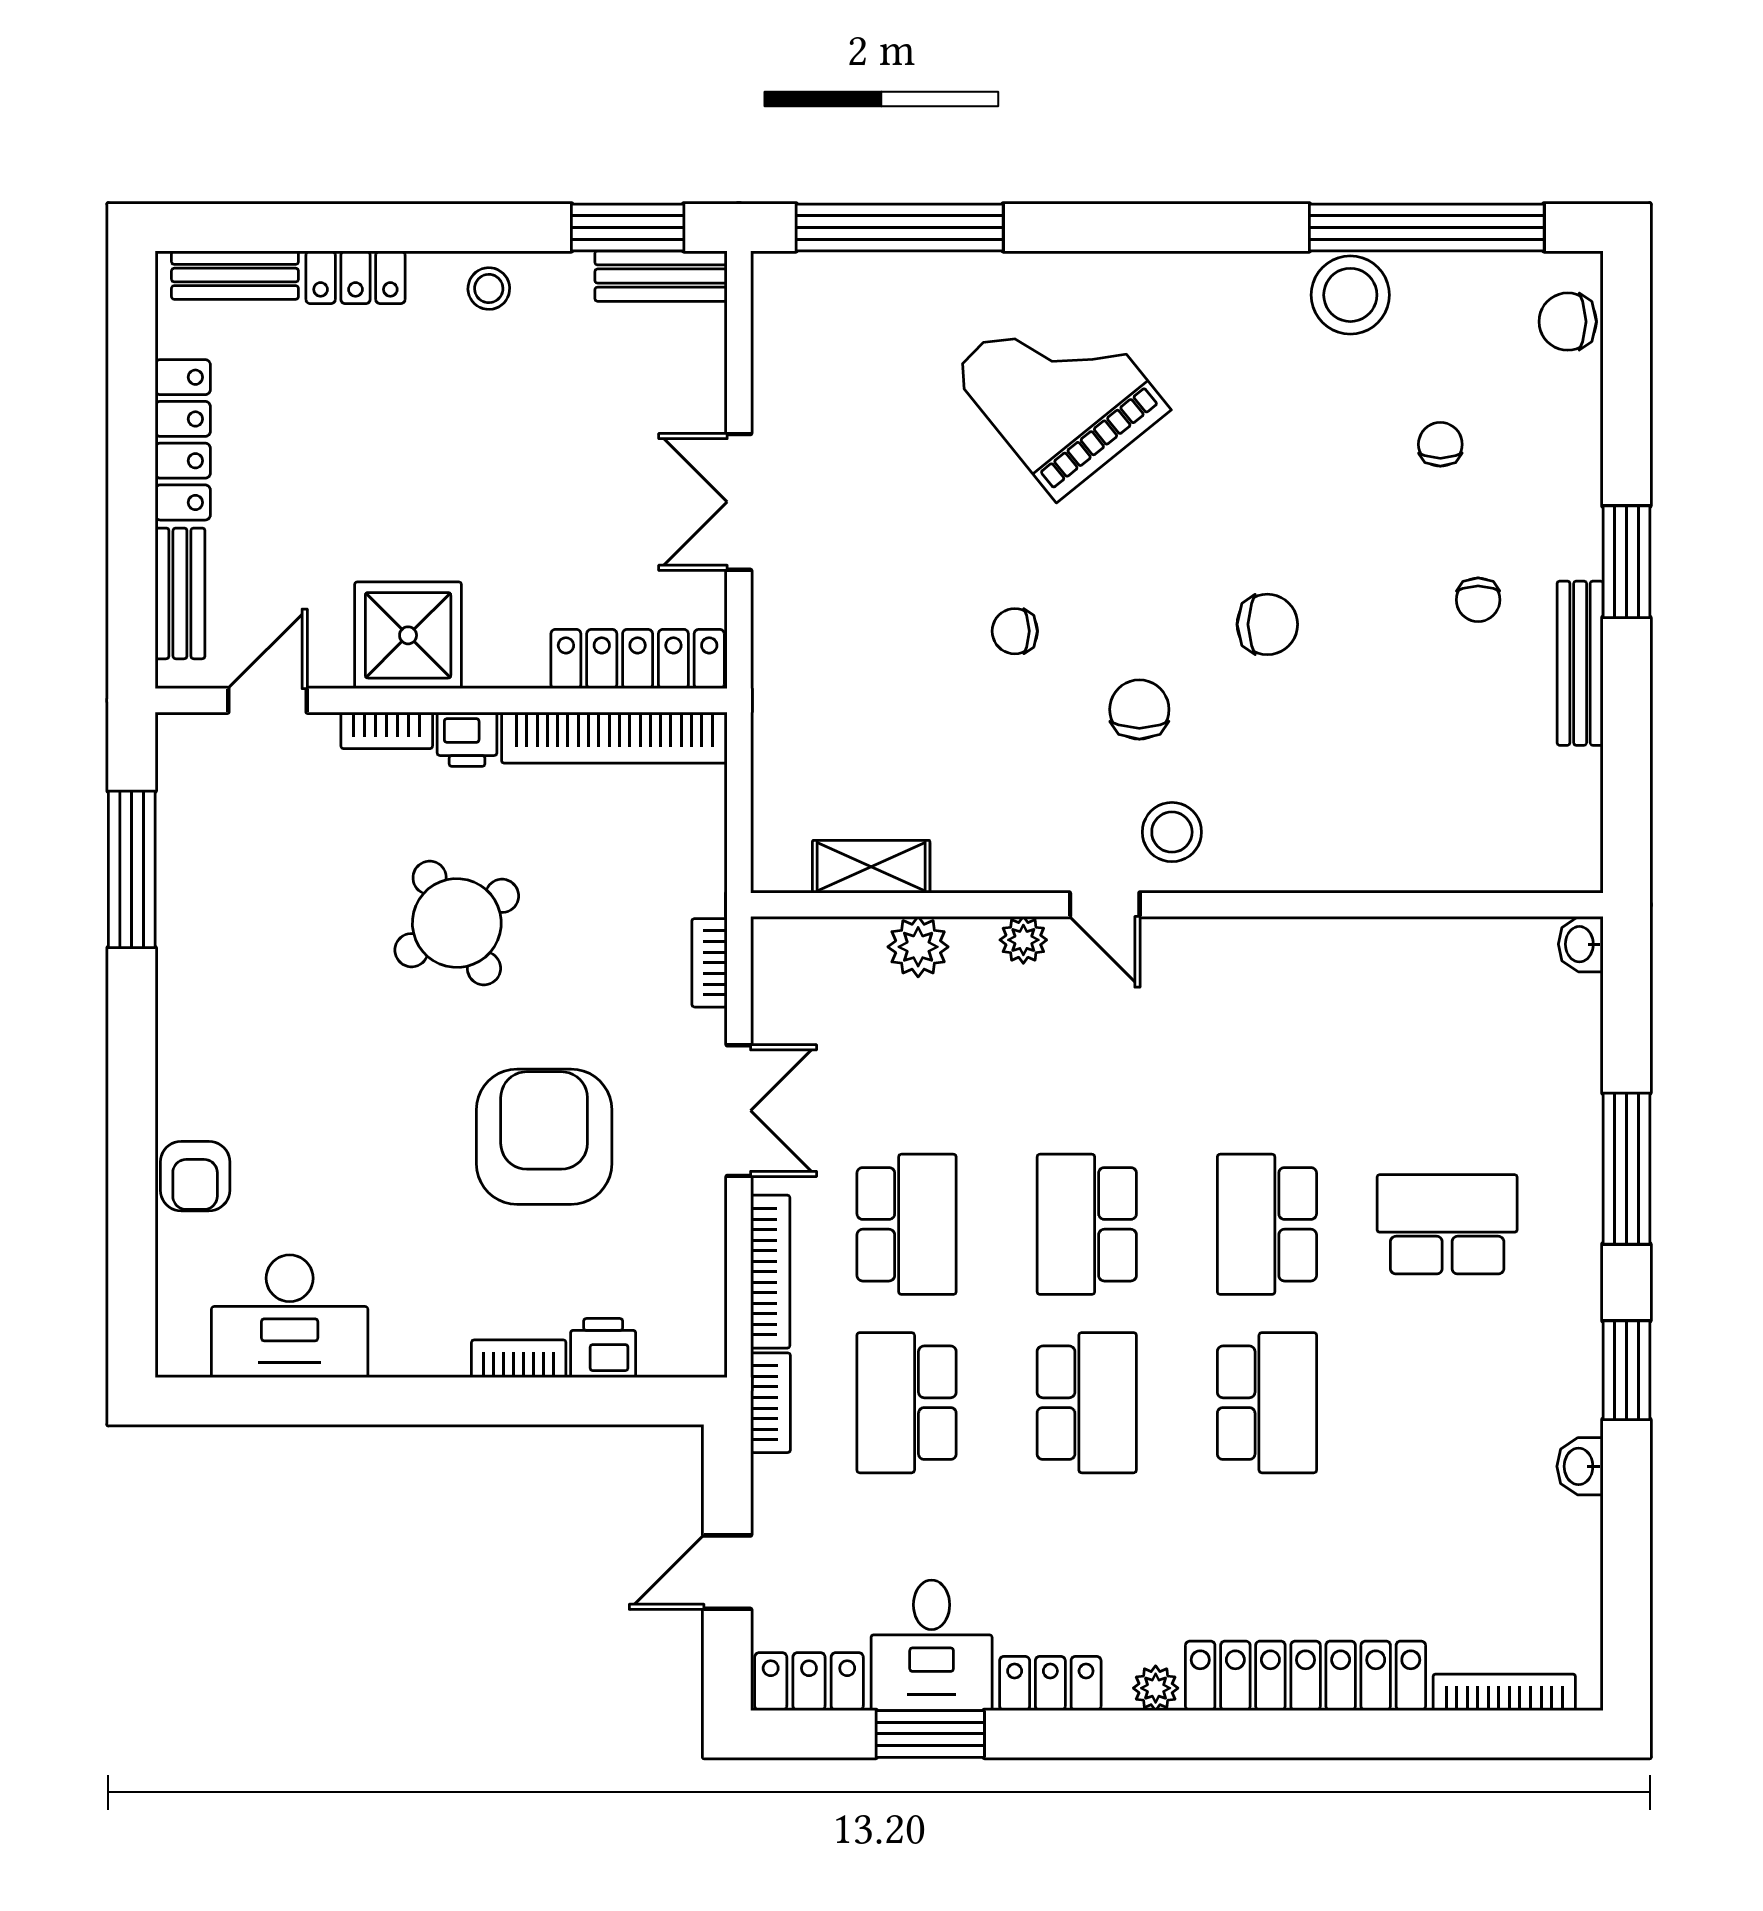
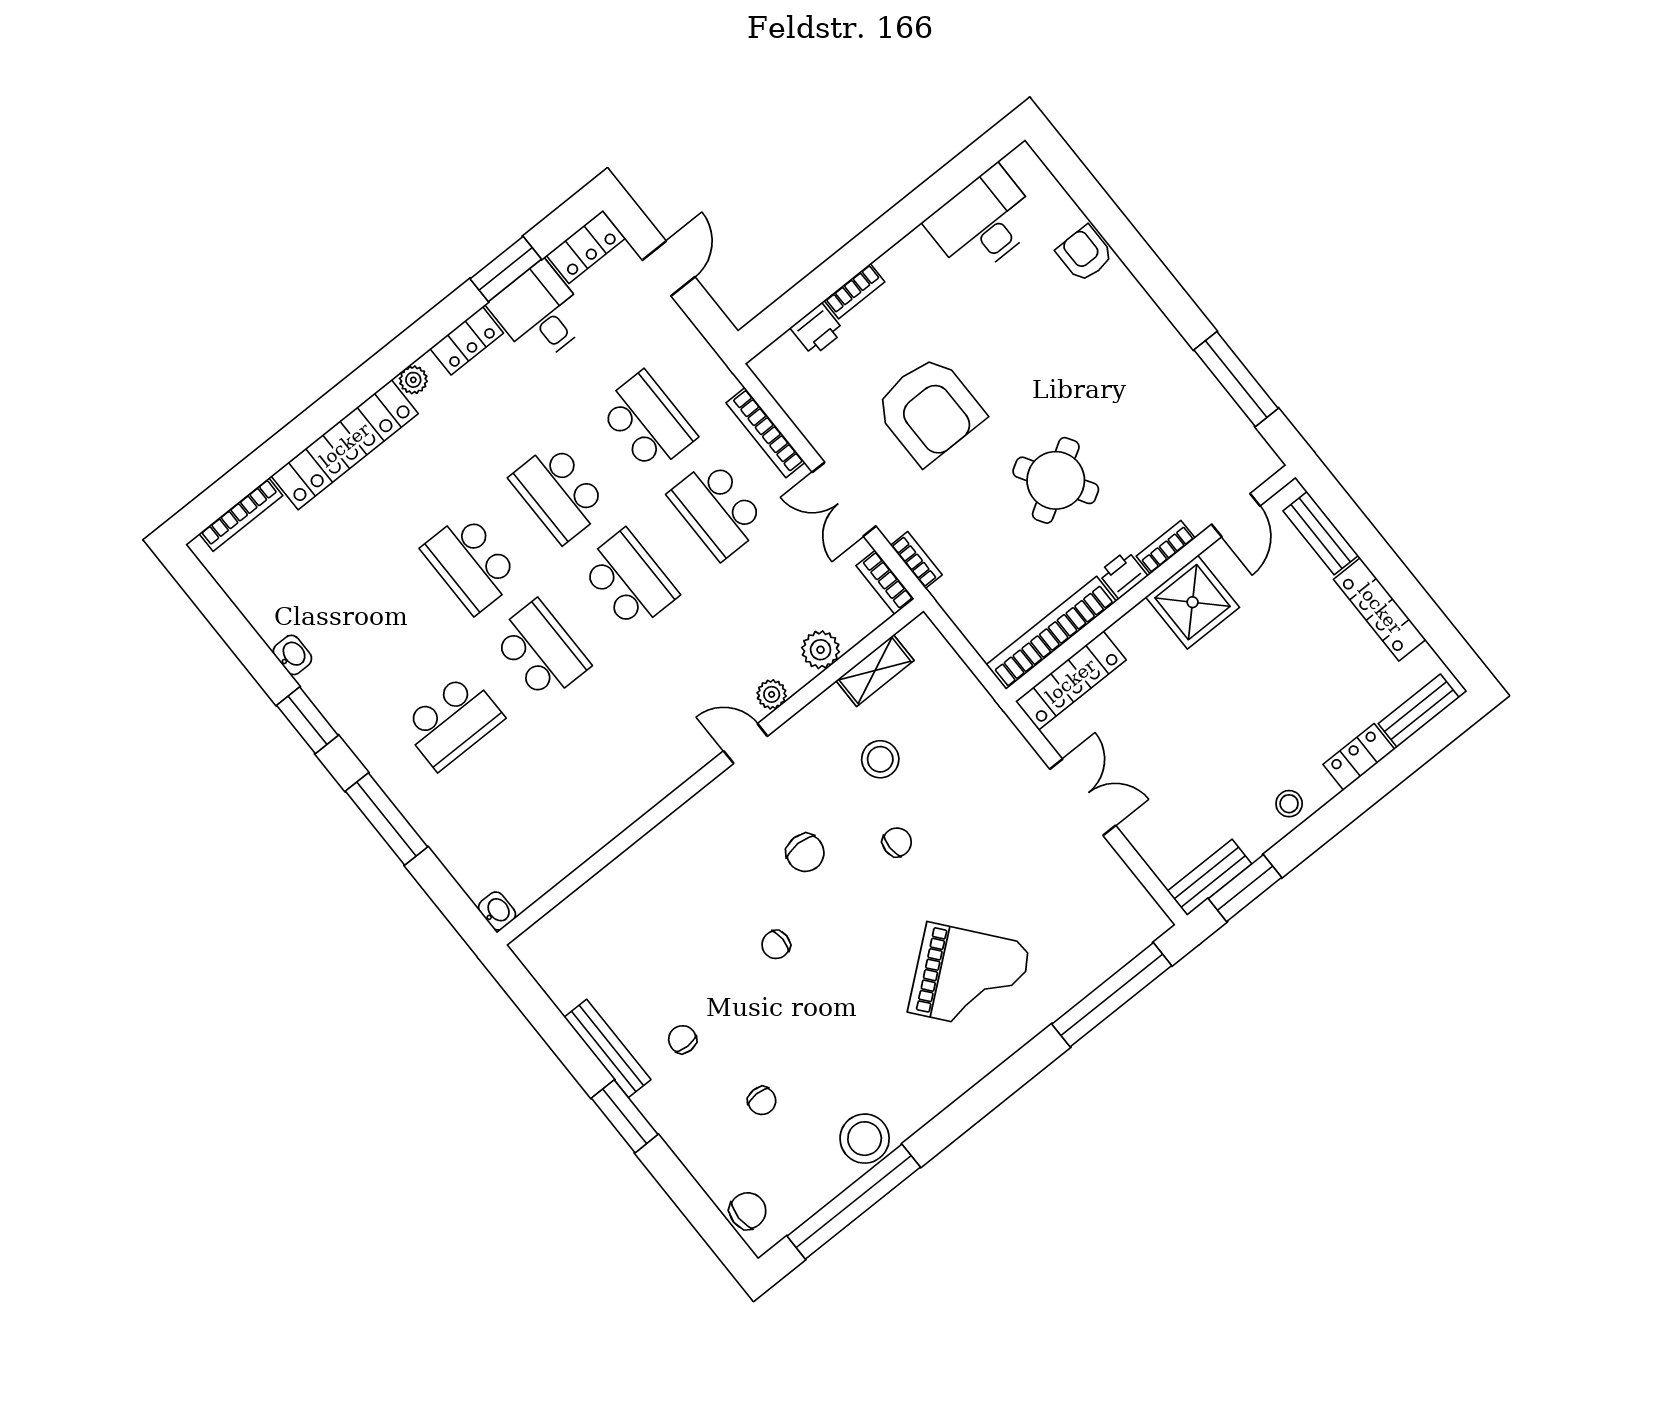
chair: (1267, 624) -> (776, 945), width x0.73, depth x0.73
stool: (1172, 832) -> (880, 759), moved
bookcase: (771, 1403) -> (885, 582), moved

